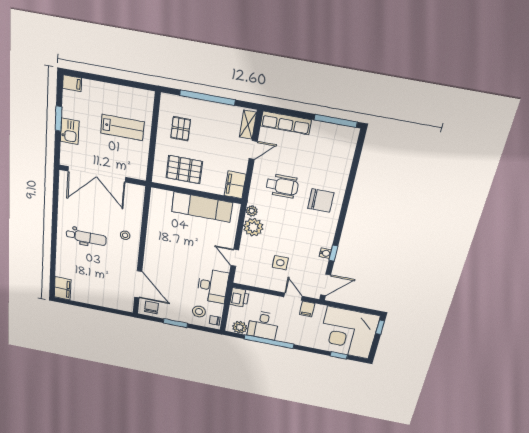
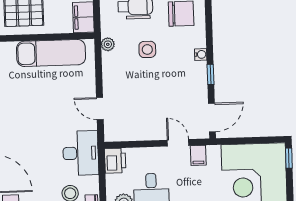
plant: (253, 227) -> (114, 64), removed
water cooler: (325, 253) -> (201, 54), moved
side table: (280, 263) -> (147, 49), moved

